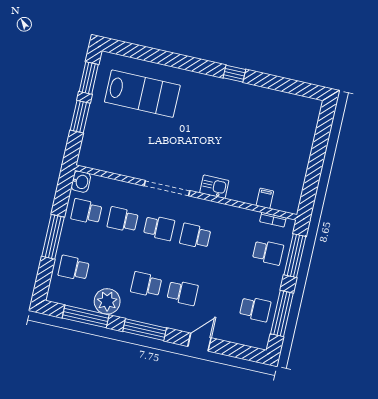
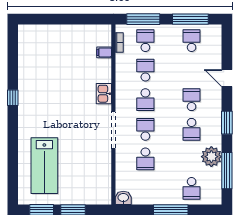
lab bench: (142, 94) -> (44, 166), turned 180
school desk: (86, 211) -> (145, 70), moved, turned 180
window: (145, 330) -> (227, 123), width x0.69

